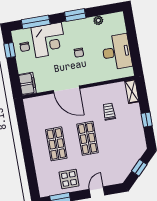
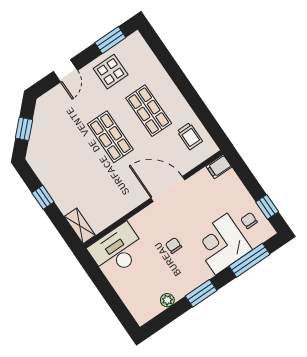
desk: (117, 52) -> (117, 250), moved, turned 90
filing cabinet: (27, 84) -> (219, 167), width x0.50
trolley: (109, 112) -> (190, 136), moved

